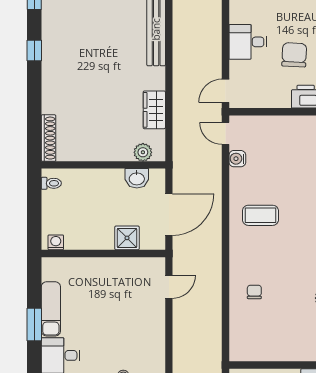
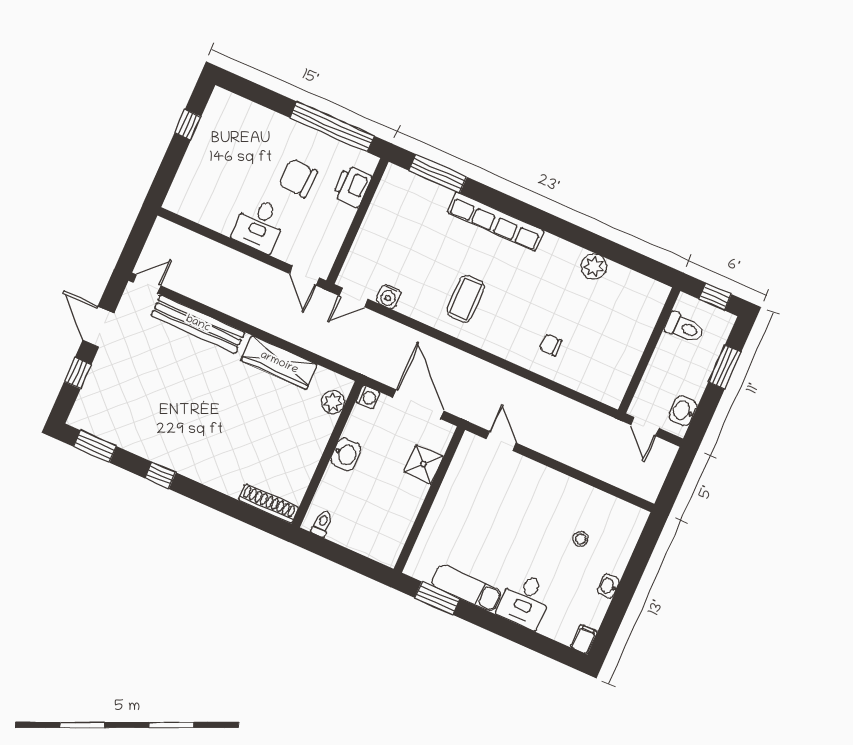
wardrobe: (154, 110) -> (279, 363), width x1.50
washbasin: (137, 178) -> (346, 454), moved
washing machine: (56, 242) -> (368, 397), moved, turned 180
window: (34, 325) -> (437, 598), moved

